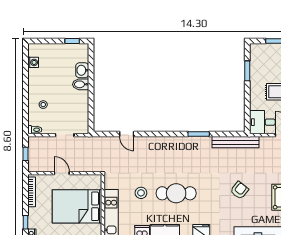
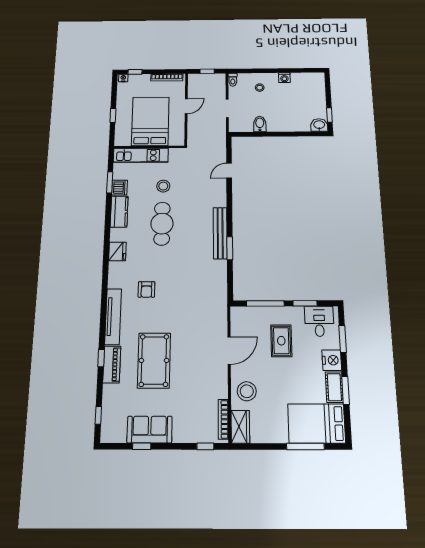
washing machine: (33, 62) -> (284, 78), moved
washbasin: (82, 70) -> (319, 125), moved
bidet: (81, 84) -> (260, 124), moved
window: (247, 104) -> (265, 303), added
desk: (262, 122) -> (319, 321), moved
bench: (235, 142) -> (220, 233), moved
armchair: (239, 190) -> (146, 289), moved, turned 52

